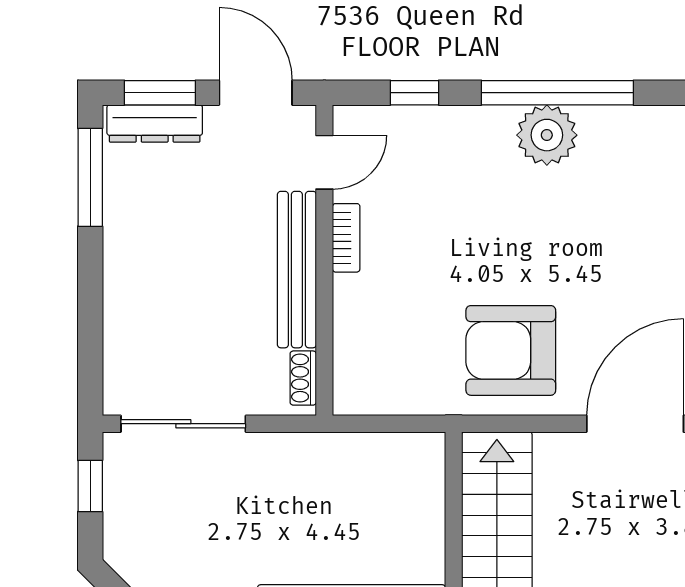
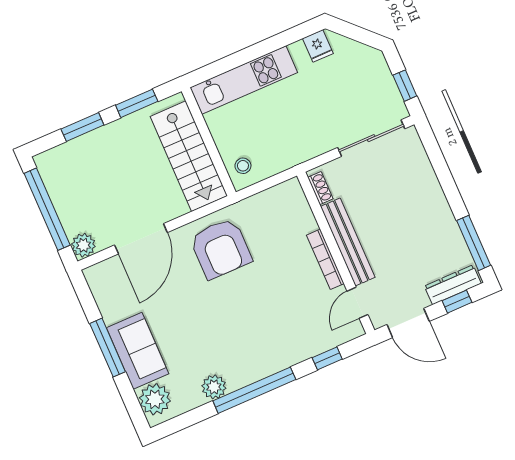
window: (160, 93) -> (457, 302), width x0.67
plant: (547, 135) -> (214, 387), moved, width x0.73, depth x0.73
bookcase: (346, 238) -> (325, 259), width x1.56
armchair: (511, 350) -> (221, 248), turned 90
stool: (415, 470) -> (243, 166), added

